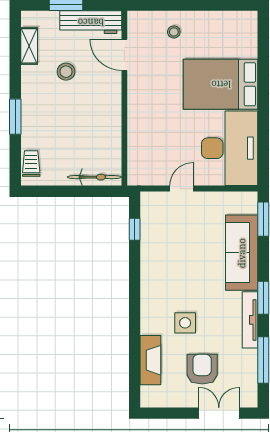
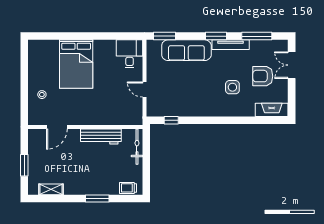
workbench: (91, 22) -> (101, 136), moved, turned 90
stool: (66, 72) -> (68, 165), removed
desk: (230, 148) -> (130, 54), width x0.53, depth x0.77
fireplace: (150, 360) -> (272, 110), moved

